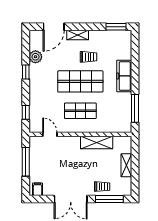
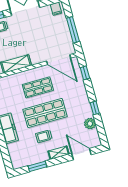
door: (54, 27) -> (81, 154), hinge flipped
window: (116, 27) -> (37, 166), moved
door: (50, 134) -> (59, 60), width x1.88

